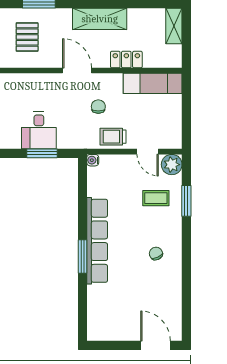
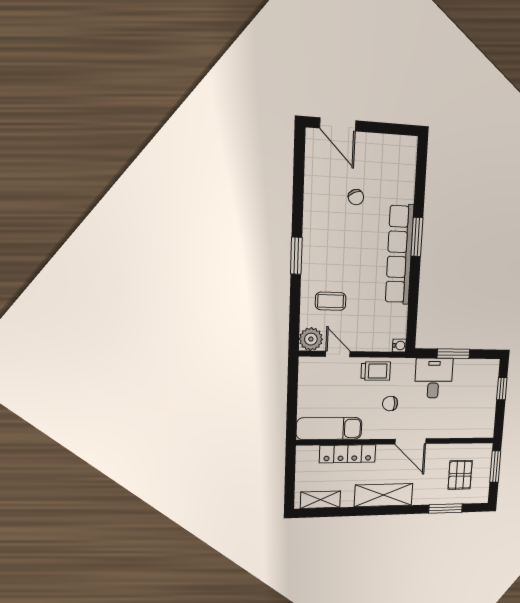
shelving: (174, 26) -> (320, 500), moved, turned 90
locker: (126, 60) -> (348, 454), width x1.53
chair: (98, 107) -> (390, 404), turned 90
desk: (39, 130) -> (434, 378), moved
window: (186, 201) -> (296, 256), moved
chair: (156, 253) -> (356, 197), moved

